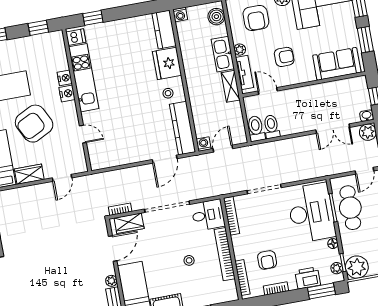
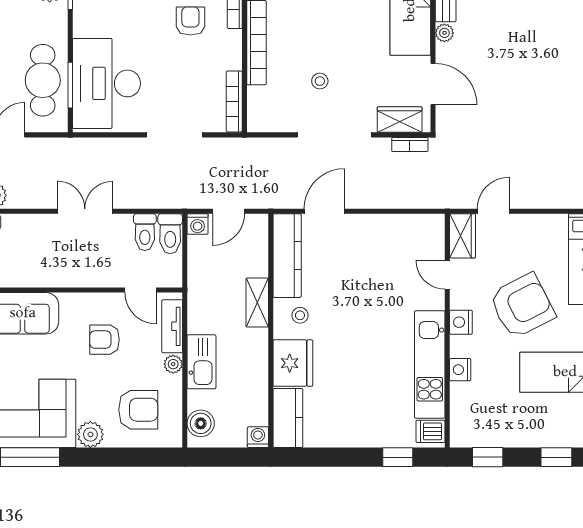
armchair: (256, 18) -> (138, 410), turned 90
shelving: (231, 86) -> (257, 303), moved
nightstand: (67, 93) -> (461, 322), moved
double door: (333, 129) -> (85, 211), moved
washing machine: (204, 144) -> (198, 224), moved
wardrobe: (29, 174) -> (463, 236), moved, turned -90
desk: (208, 215) -> (271, 110), removed
floor lamp: (333, 244) -> (81, 28), removed
door: (113, 248) -> (433, 84), swing flipped
stool: (189, 260) -> (320, 81), moved

